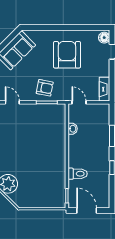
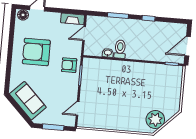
armchair: (45, 88) -> (69, 65), moved, turned -101
door: (79, 102) -> (84, 34), moved
toilet: (78, 174) -> (120, 49), moved

